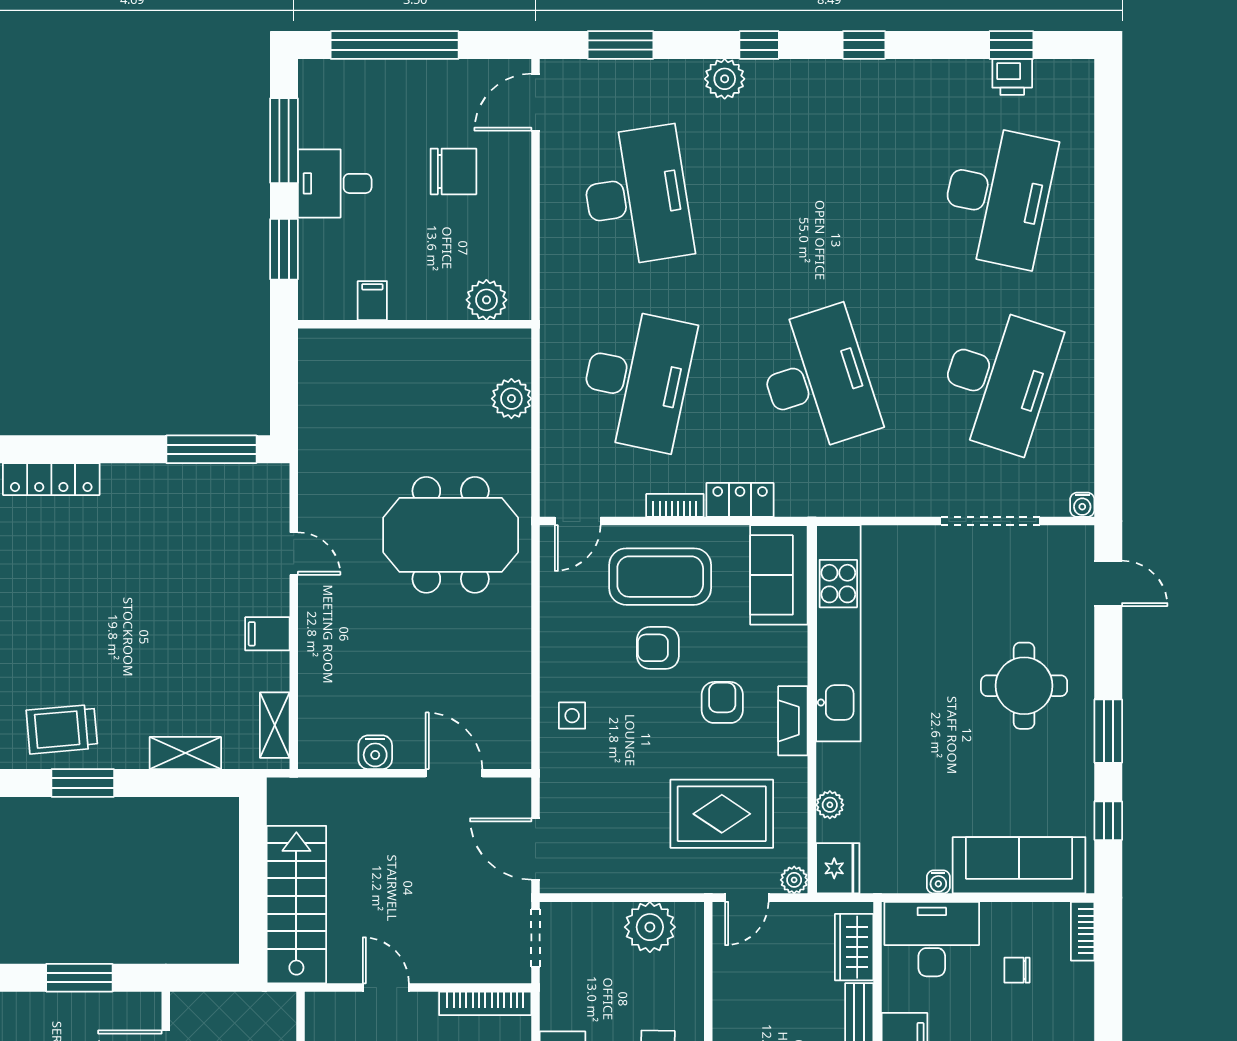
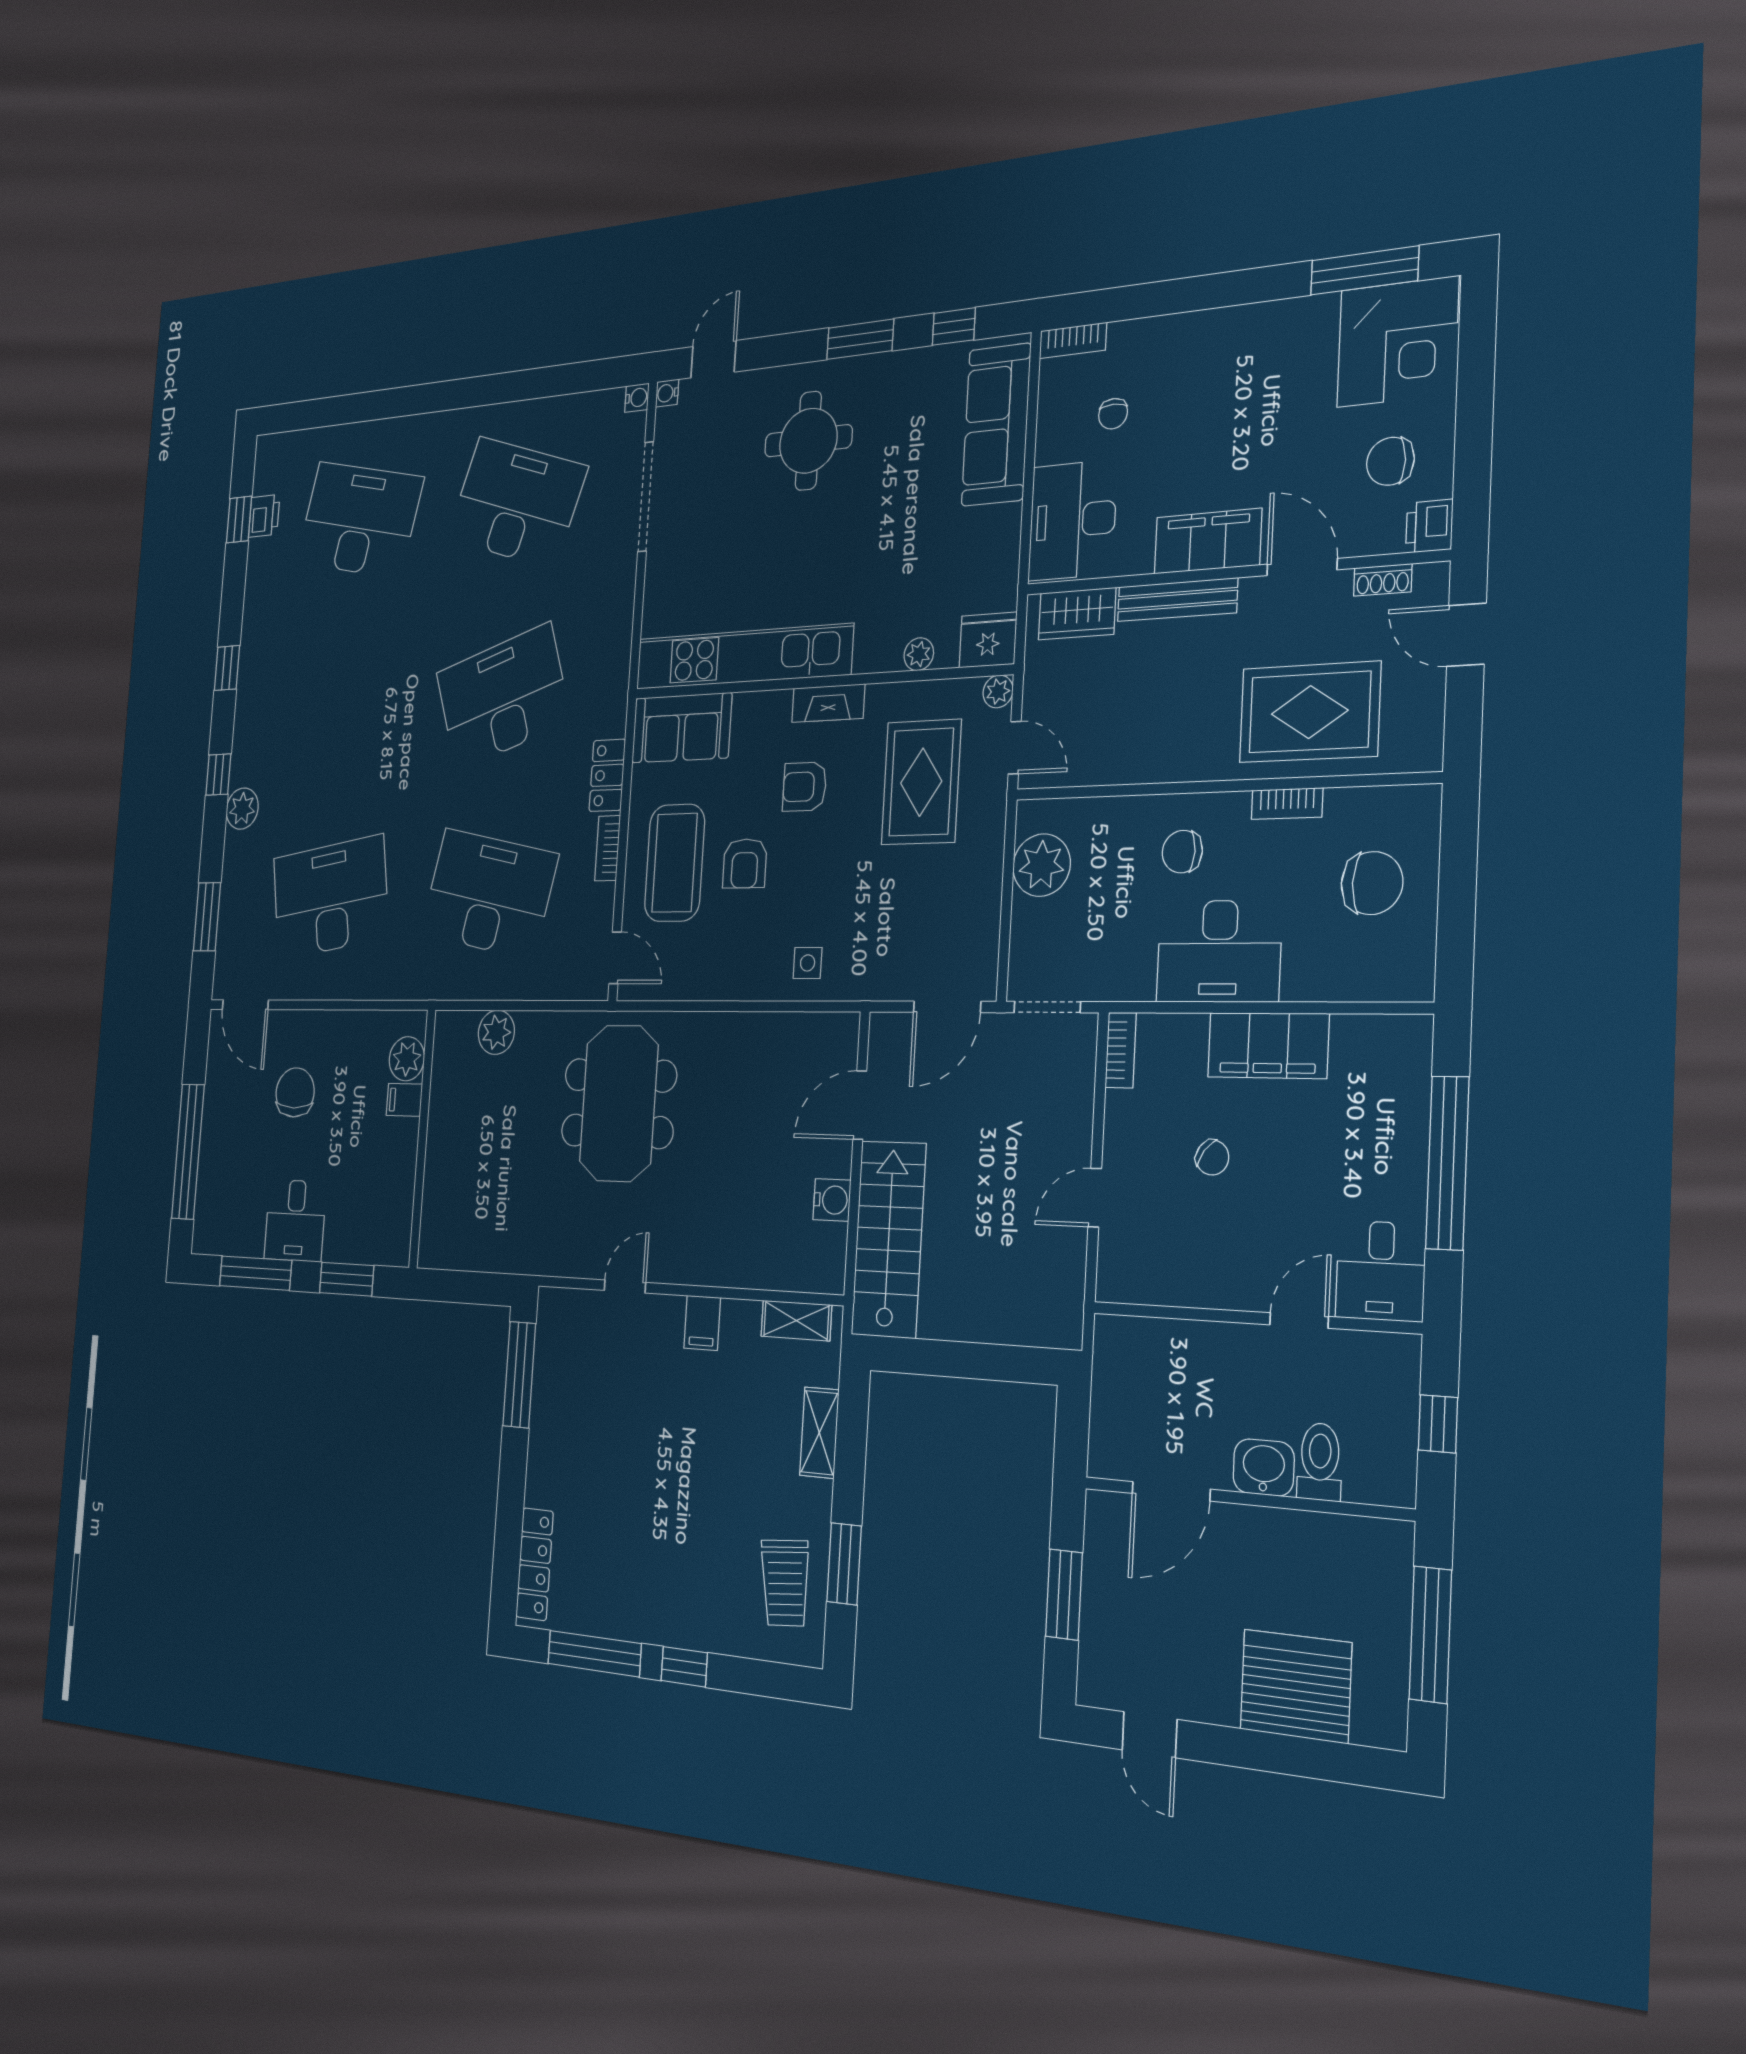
filing cabinet: (372, 301) -> (404, 1100), moved
water cooler: (938, 882) -> (667, 393), moved, turned 180
stairs: (296, 905) -> (889, 1239), moved, turned 90
bookcase: (485, 1003) -> (1121, 1050), width x0.64

